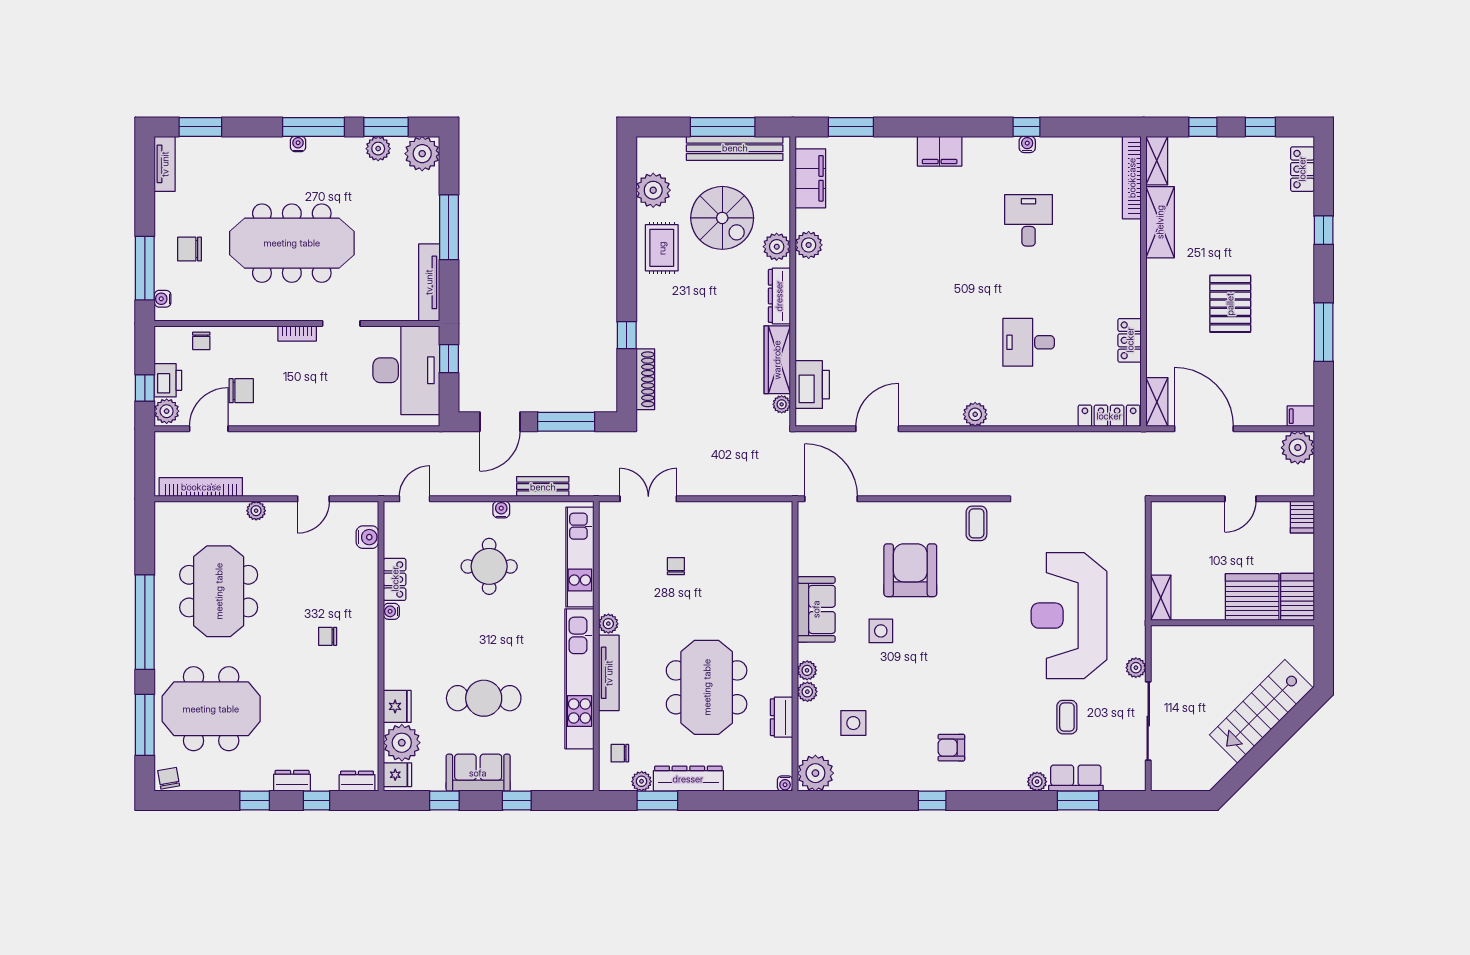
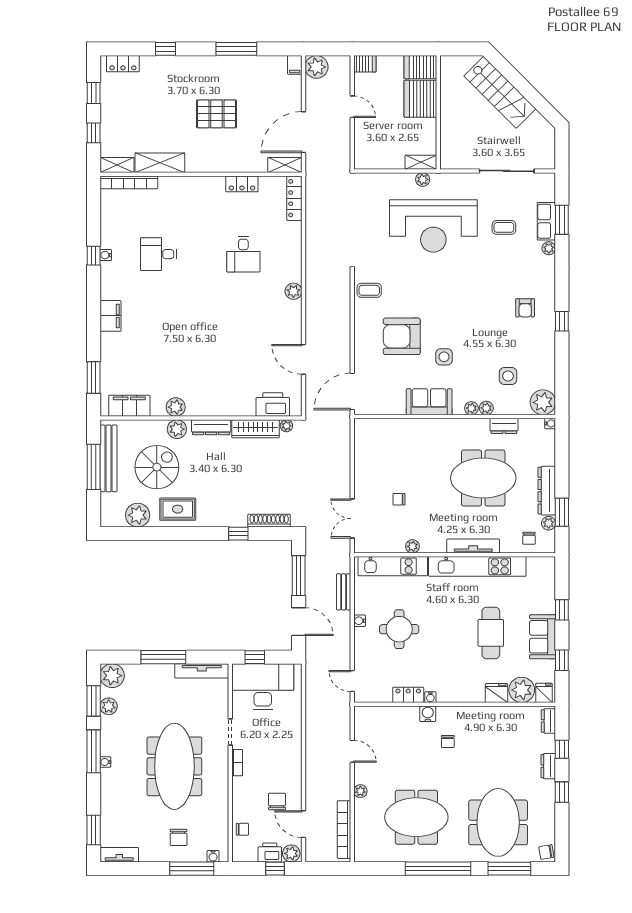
water cooler: (367, 537) -> (428, 714), moved
plant: (608, 624) -> (412, 546), moved
plant: (1136, 668) -> (423, 179), moved

